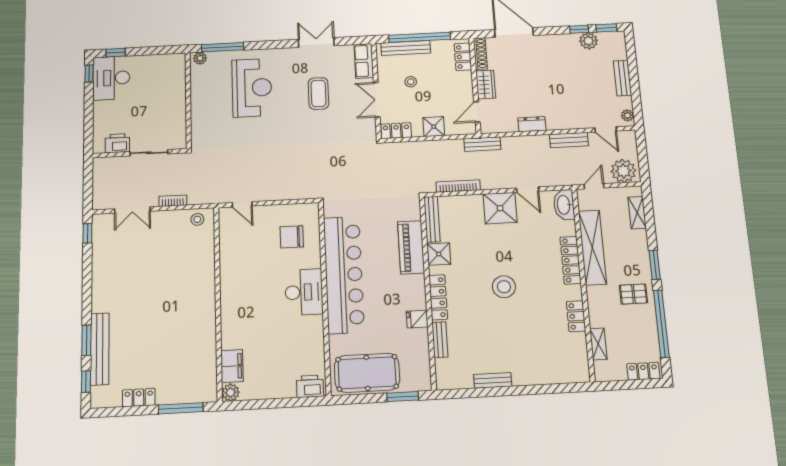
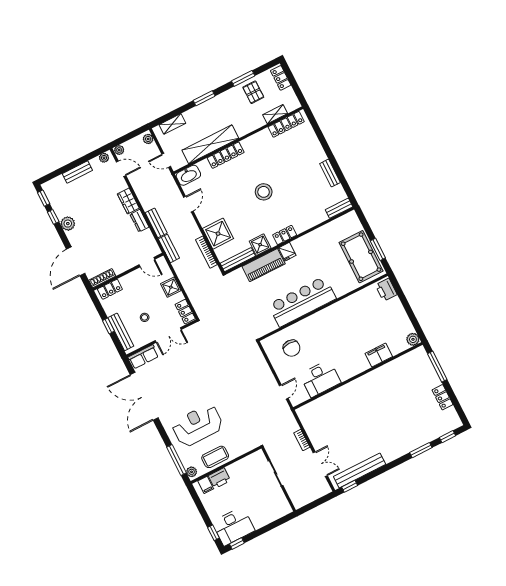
window: (420, 37) -> (108, 326), width x0.32
plant: (589, 41) -> (68, 224), moved
double door: (316, 42) -> (144, 396), width x1.87
filing cabinet: (176, 67) -> (206, 485), added
wardrobe: (486, 85) -> (128, 201), moved, turned -90
coffee table: (318, 93) -> (215, 457), moved
door: (606, 129) -> (121, 169), hinge flipped
plant: (630, 137) -> (119, 150), added
bench: (569, 140) -> (156, 223), moved
printer: (117, 143) -> (219, 478), moved, turned -90
plant: (623, 171) -> (148, 139), width x0.53, depth x0.53
shower: (500, 208) -> (218, 234), moved
stool: (197, 219) -> (307, 417), removed
bar counter: (344, 275) -> (302, 302), width x0.73
desk: (304, 292) -> (320, 378), moved, turned 180
pallet: (633, 294) -> (253, 92), moved
locker: (438, 297) -> (285, 235), width x0.66
locker: (576, 316) -> (286, 124), moved, width x1.53
fridge: (417, 319) -> (287, 252), moved
window: (661, 324) -> (243, 78), width x0.47
bench: (440, 340) -> (339, 208), moved
bench: (100, 349) -> (360, 470), moved
filing cabinet: (232, 366) -> (379, 355), moved
window: (403, 397) -> (378, 249), moved

